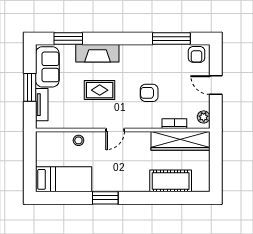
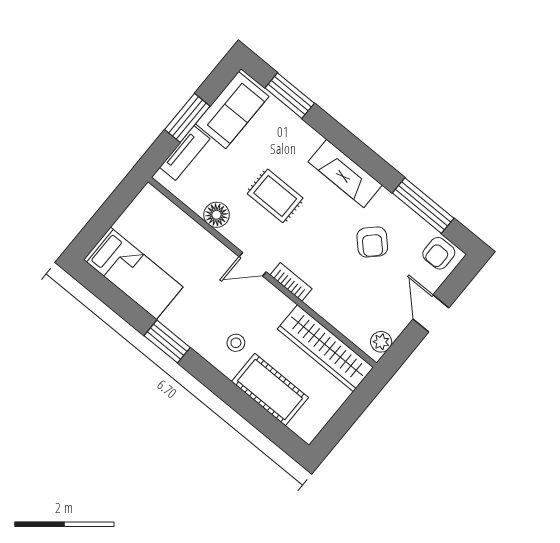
fireplace: (97, 53) -> (345, 173), moved
armchair: (149, 93) -> (372, 242), moved, turned -135
floor lamp: (80, 121) -> (216, 215), added
bookcase: (174, 124) -> (291, 282), moved
stool: (78, 140) -> (236, 343), moved

